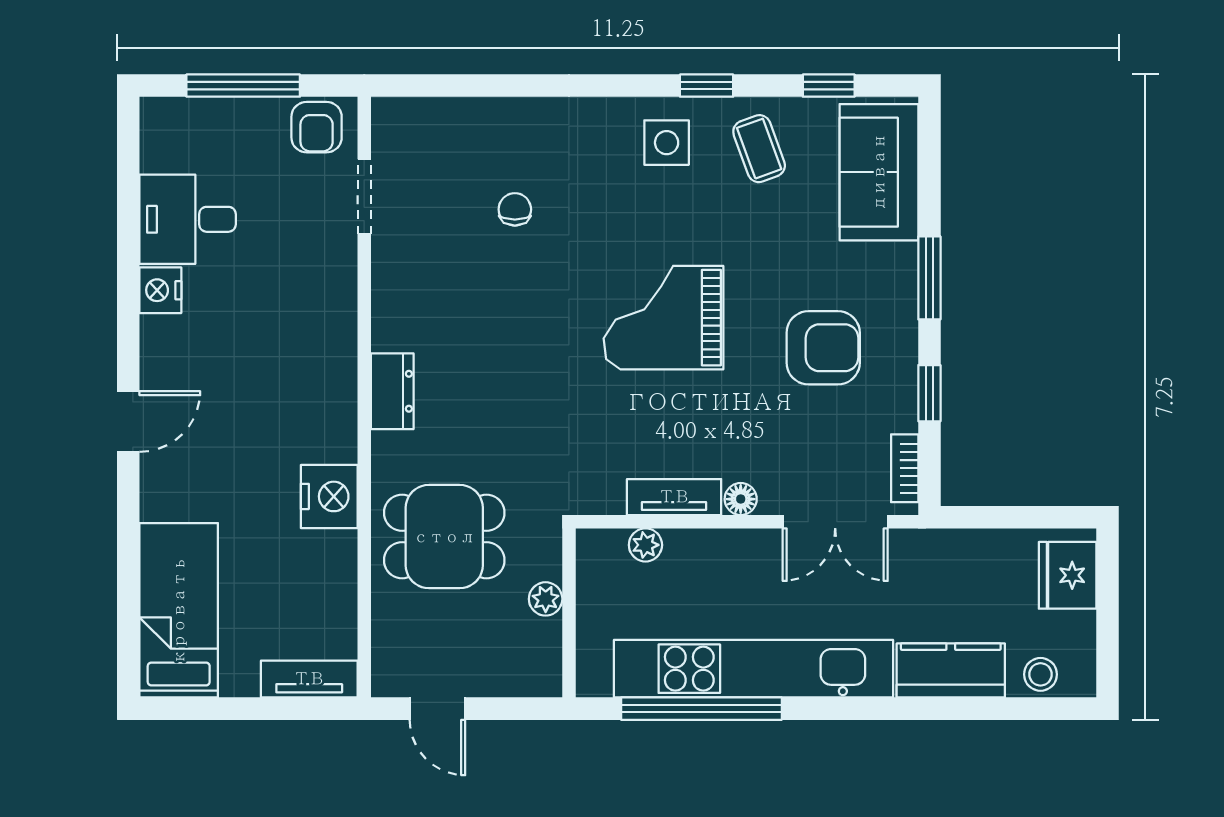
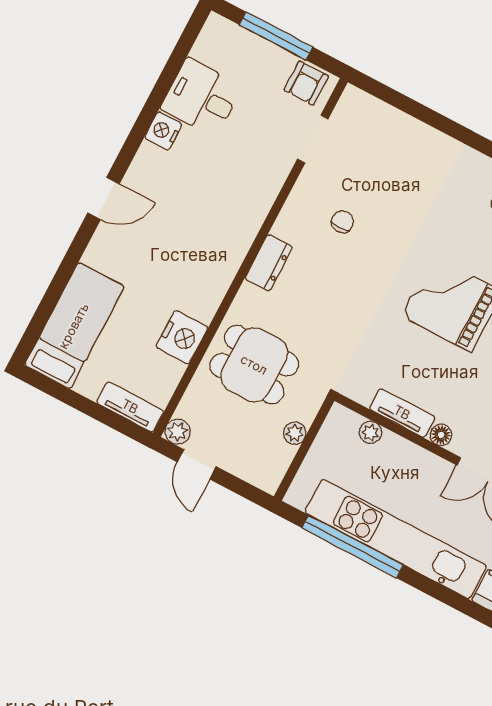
chair: (515, 209) -> (342, 222), moved
nightstand: (329, 496) -> (182, 337), moved
plant: (390, 679) -> (178, 432), added

